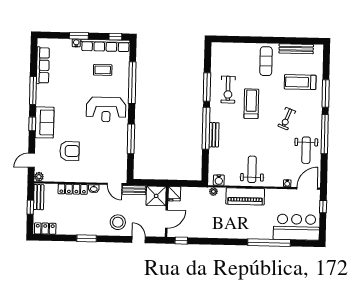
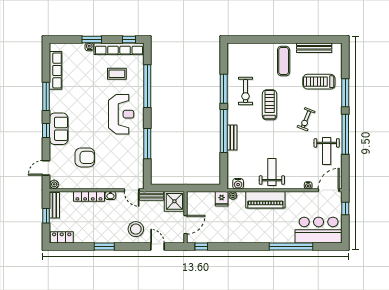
reception desk: (106, 109) -> (121, 114), turned -90
fridge: (174, 194) -> (222, 199), moved

